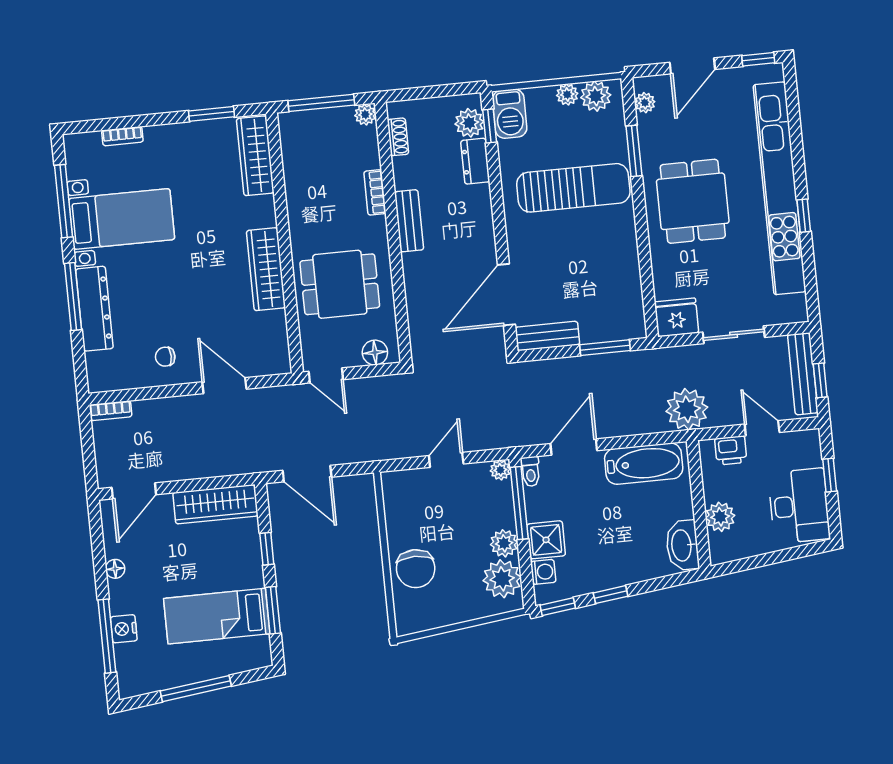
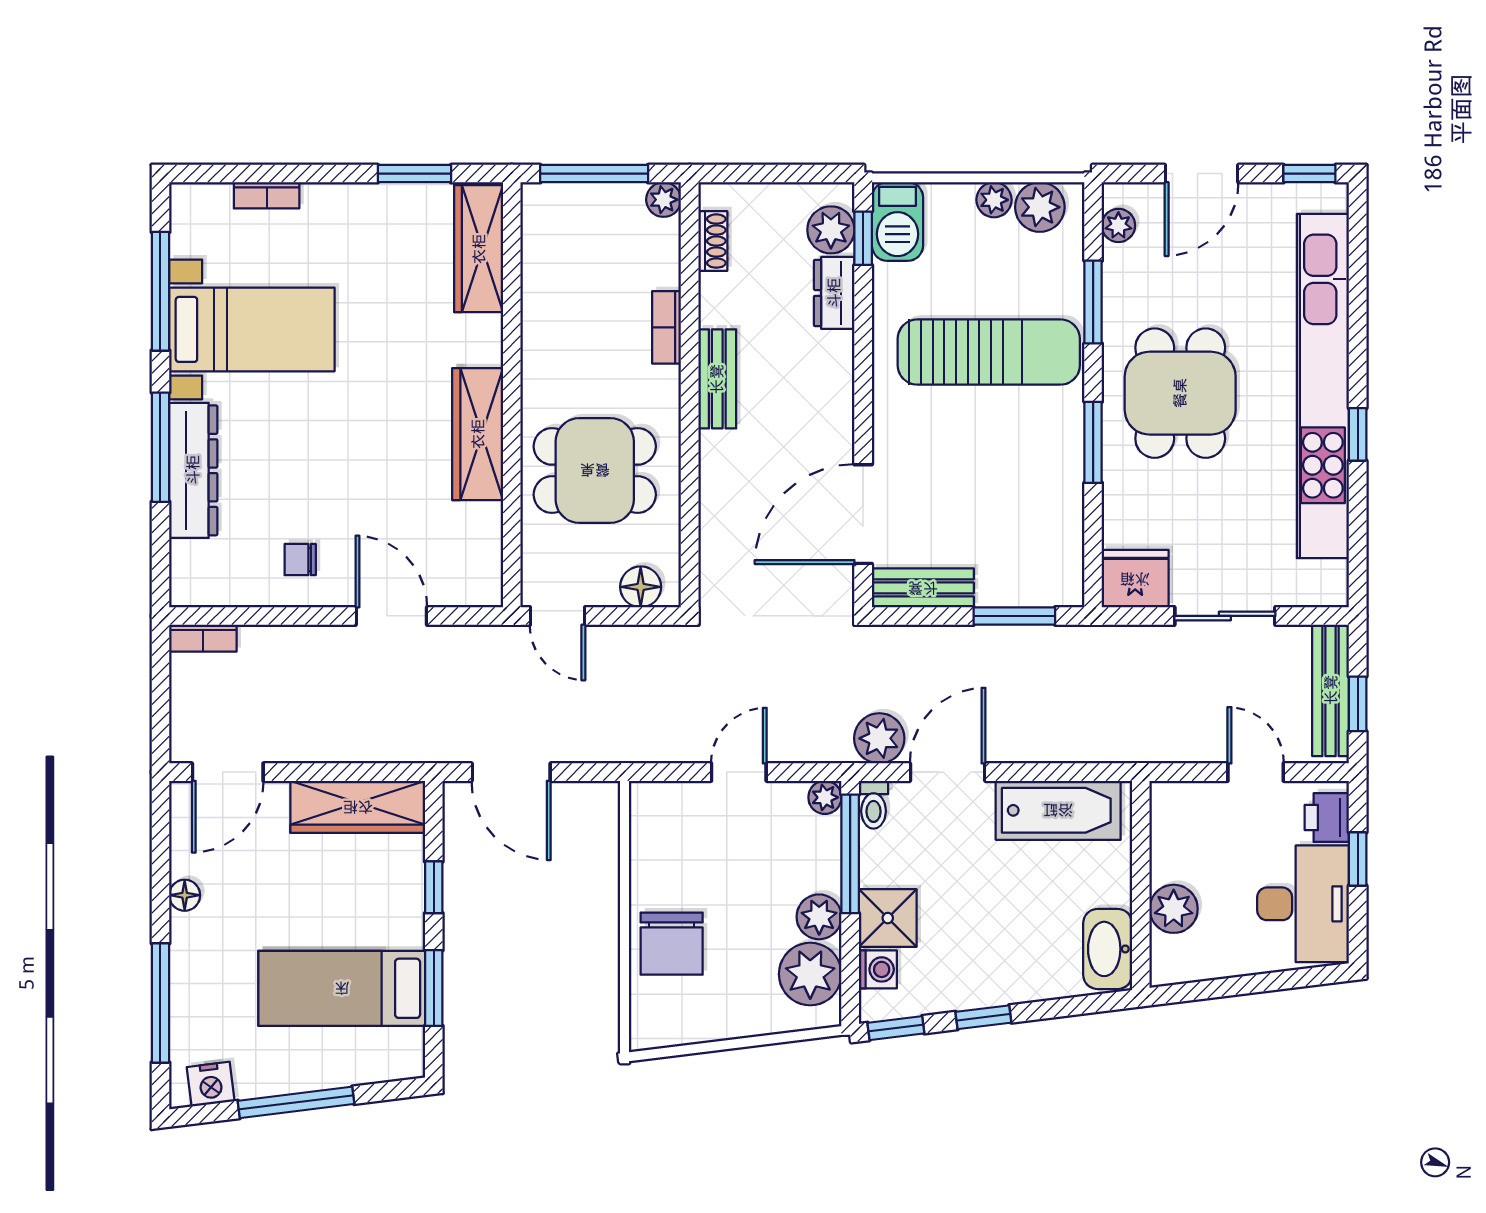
window: (643, 237) -> (1093, 442), added
plant: (687, 409) -> (879, 738), moved, width x0.73, depth x0.73
printer: (731, 450) -> (1327, 818), moved, turned 90
nightstand: (124, 629) -> (211, 1084), moved, turned -97

